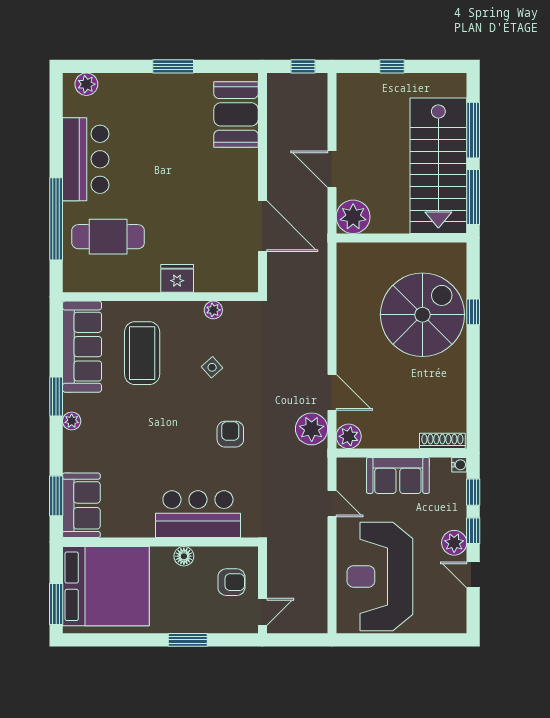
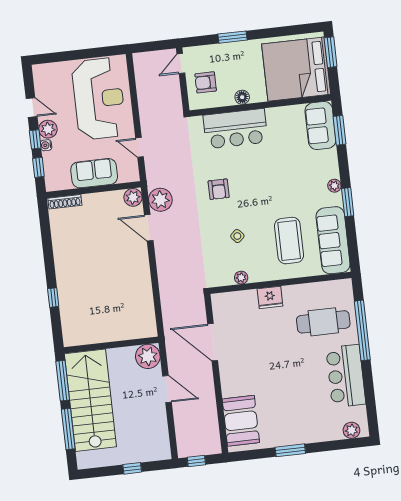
spiral stairs: (422, 315) -> (90, 291), removed
water cooler: (459, 465) -> (46, 145), moved

